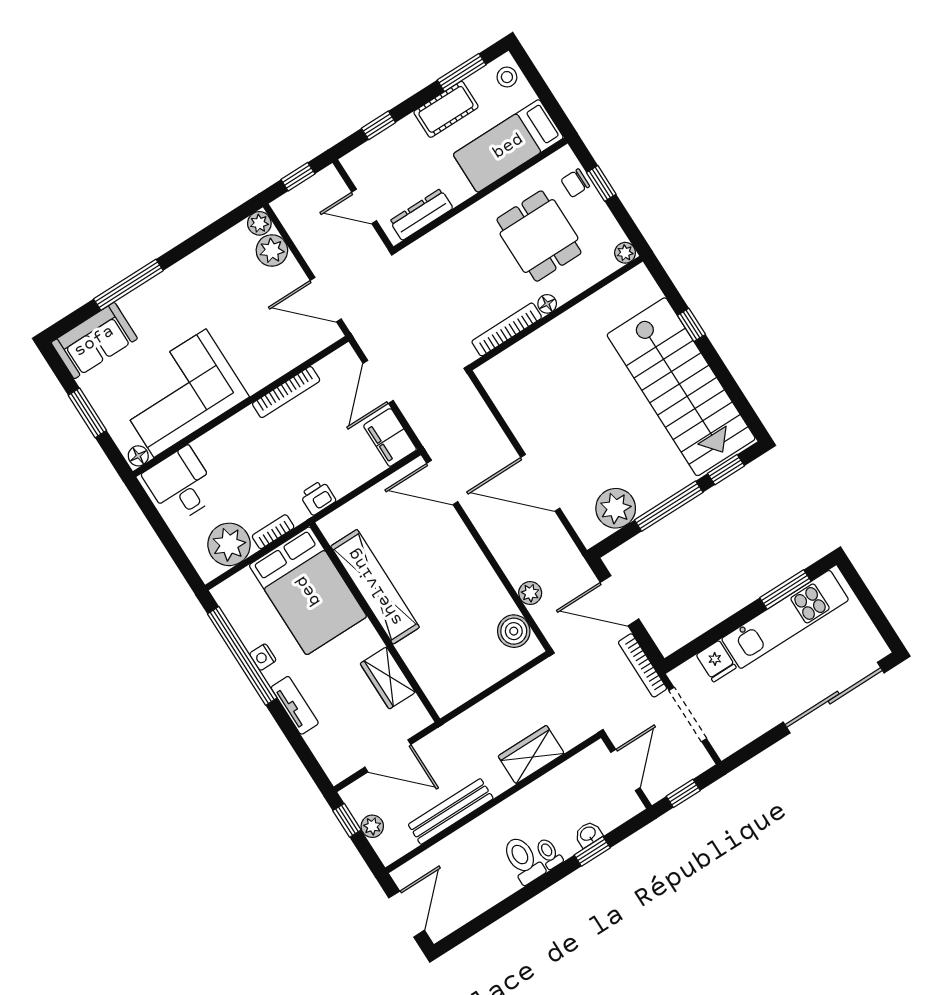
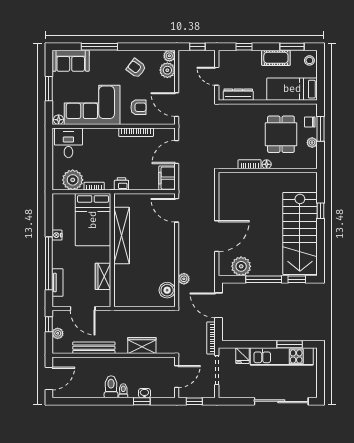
window: (601, 183) -> (320, 129), width x1.50
plant: (625, 253) -> (312, 143), moved
armchair: (216, 281) -> (136, 68), added
bookcase: (507, 329) -> (250, 164), width x0.64
armchair: (263, 346) -> (138, 107), added
door: (540, 483) -> (217, 236), swing flipped
window: (242, 656) -> (49, 263), moved
tv unit: (295, 705) -> (58, 283), moved

